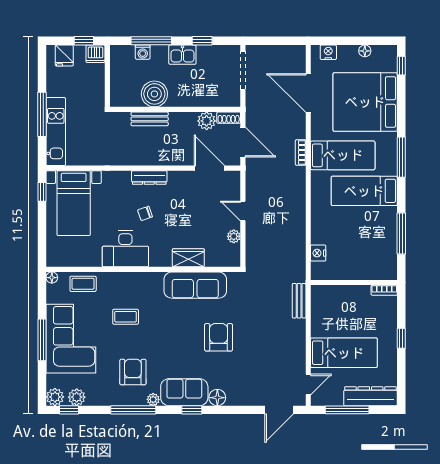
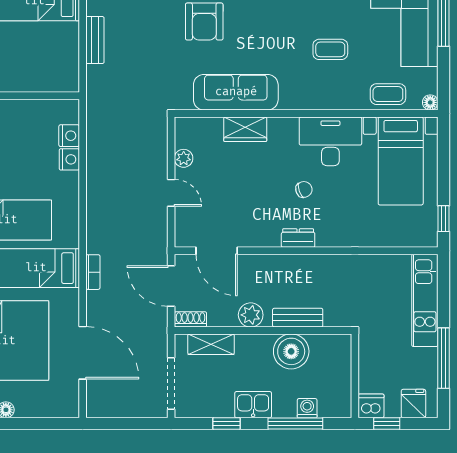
nightstand: (328, 52) -> (69, 159), moved, turned -90
shelving: (214, 99) -> (211, 344), added
window: (42, 114) -> (443, 358), moved
plant: (207, 121) -> (251, 315), moved
dresser: (149, 178) -> (298, 238), width x0.70
bed with nightstands: (74, 203) -> (401, 161), moved, turned 180
bench: (299, 301) -> (95, 40), moved

